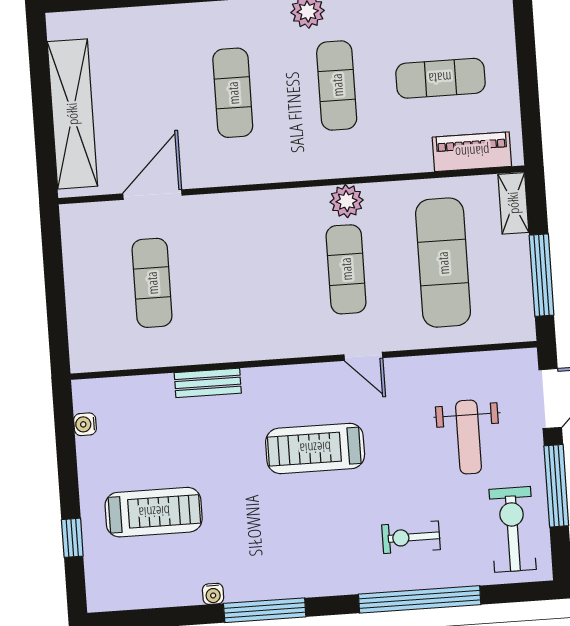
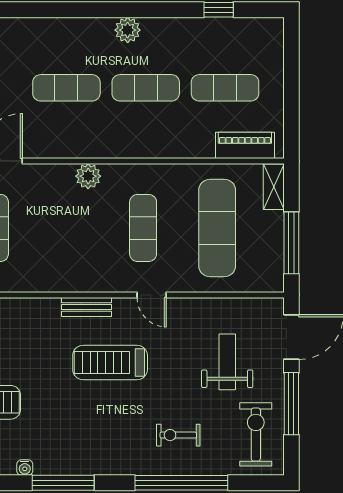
exercise mat: (337, 85) -> (146, 88), turned 90
exercise mat: (233, 93) -> (66, 88), turned 90
plant: (347, 201) -> (88, 176), moved
bench: (208, 383) -> (87, 307), moved
weight bench: (468, 437) -> (227, 362), turned 180

